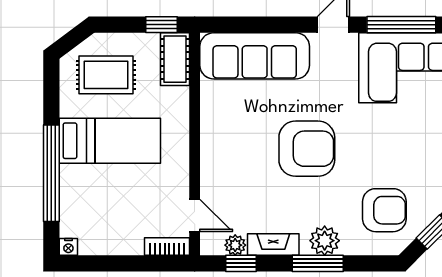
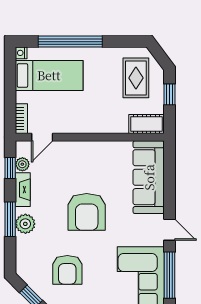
window: (162, 25) -> (169, 94), moved
bed: (110, 141) -> (49, 75), moved, turned -90
armchair: (384, 210) -> (67, 270), moved

